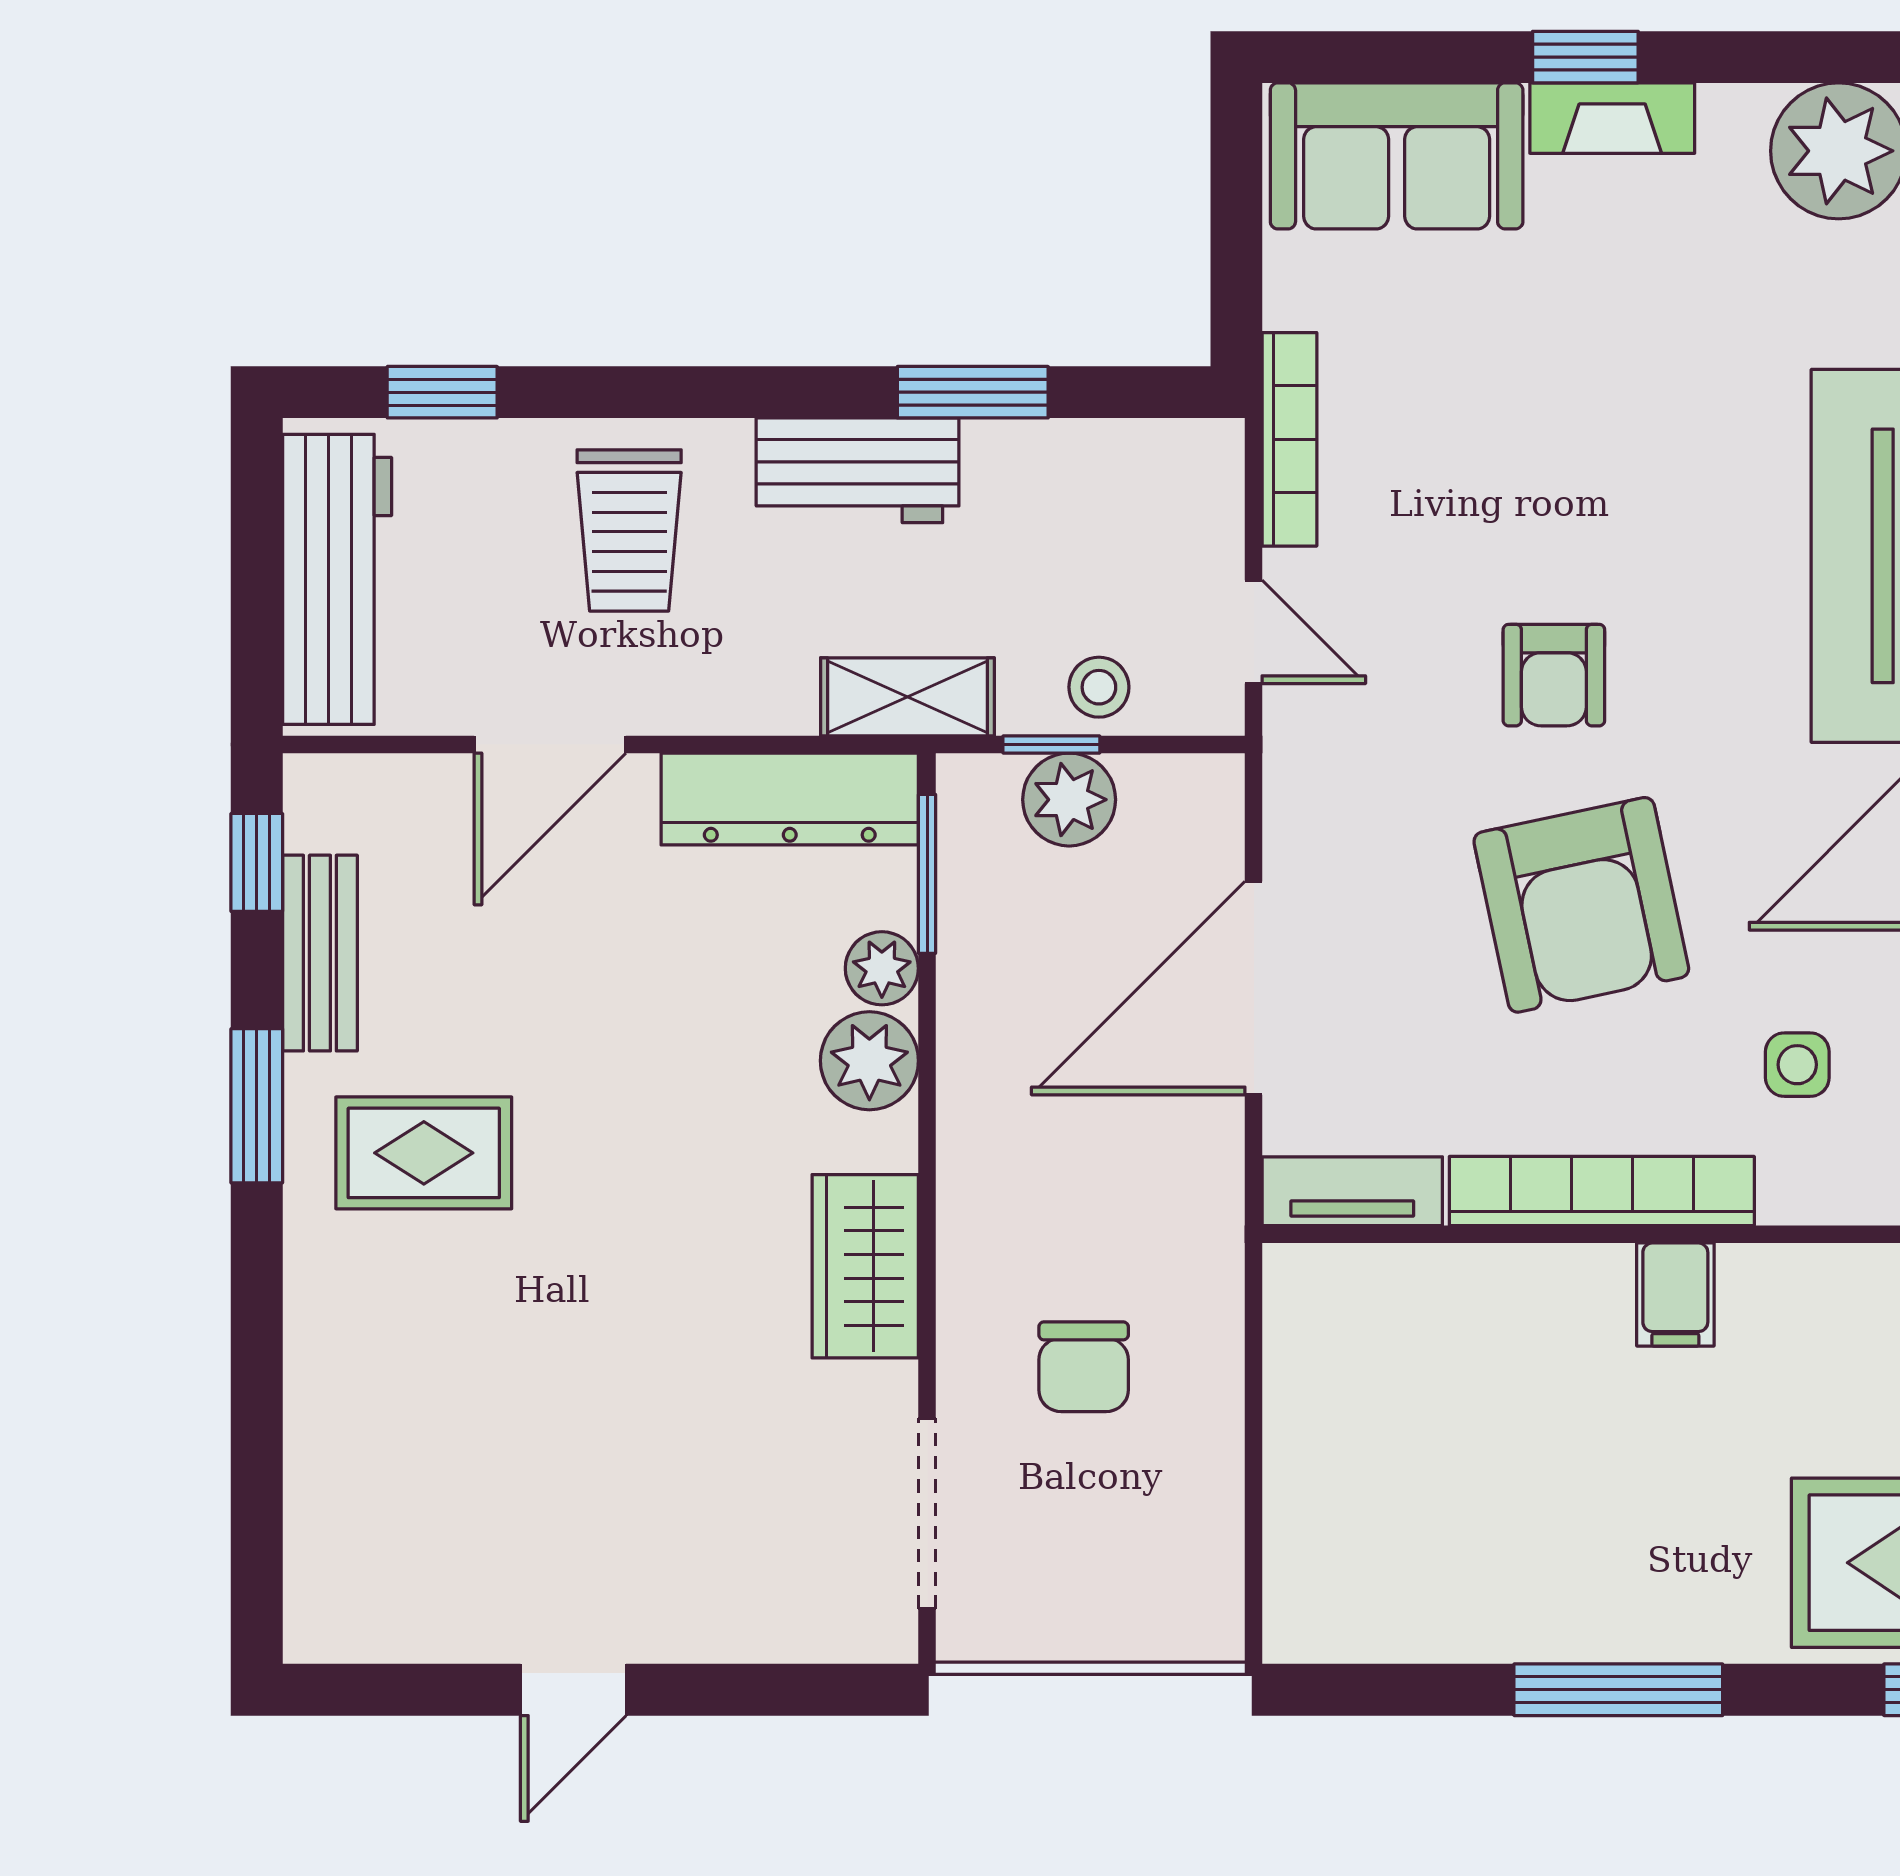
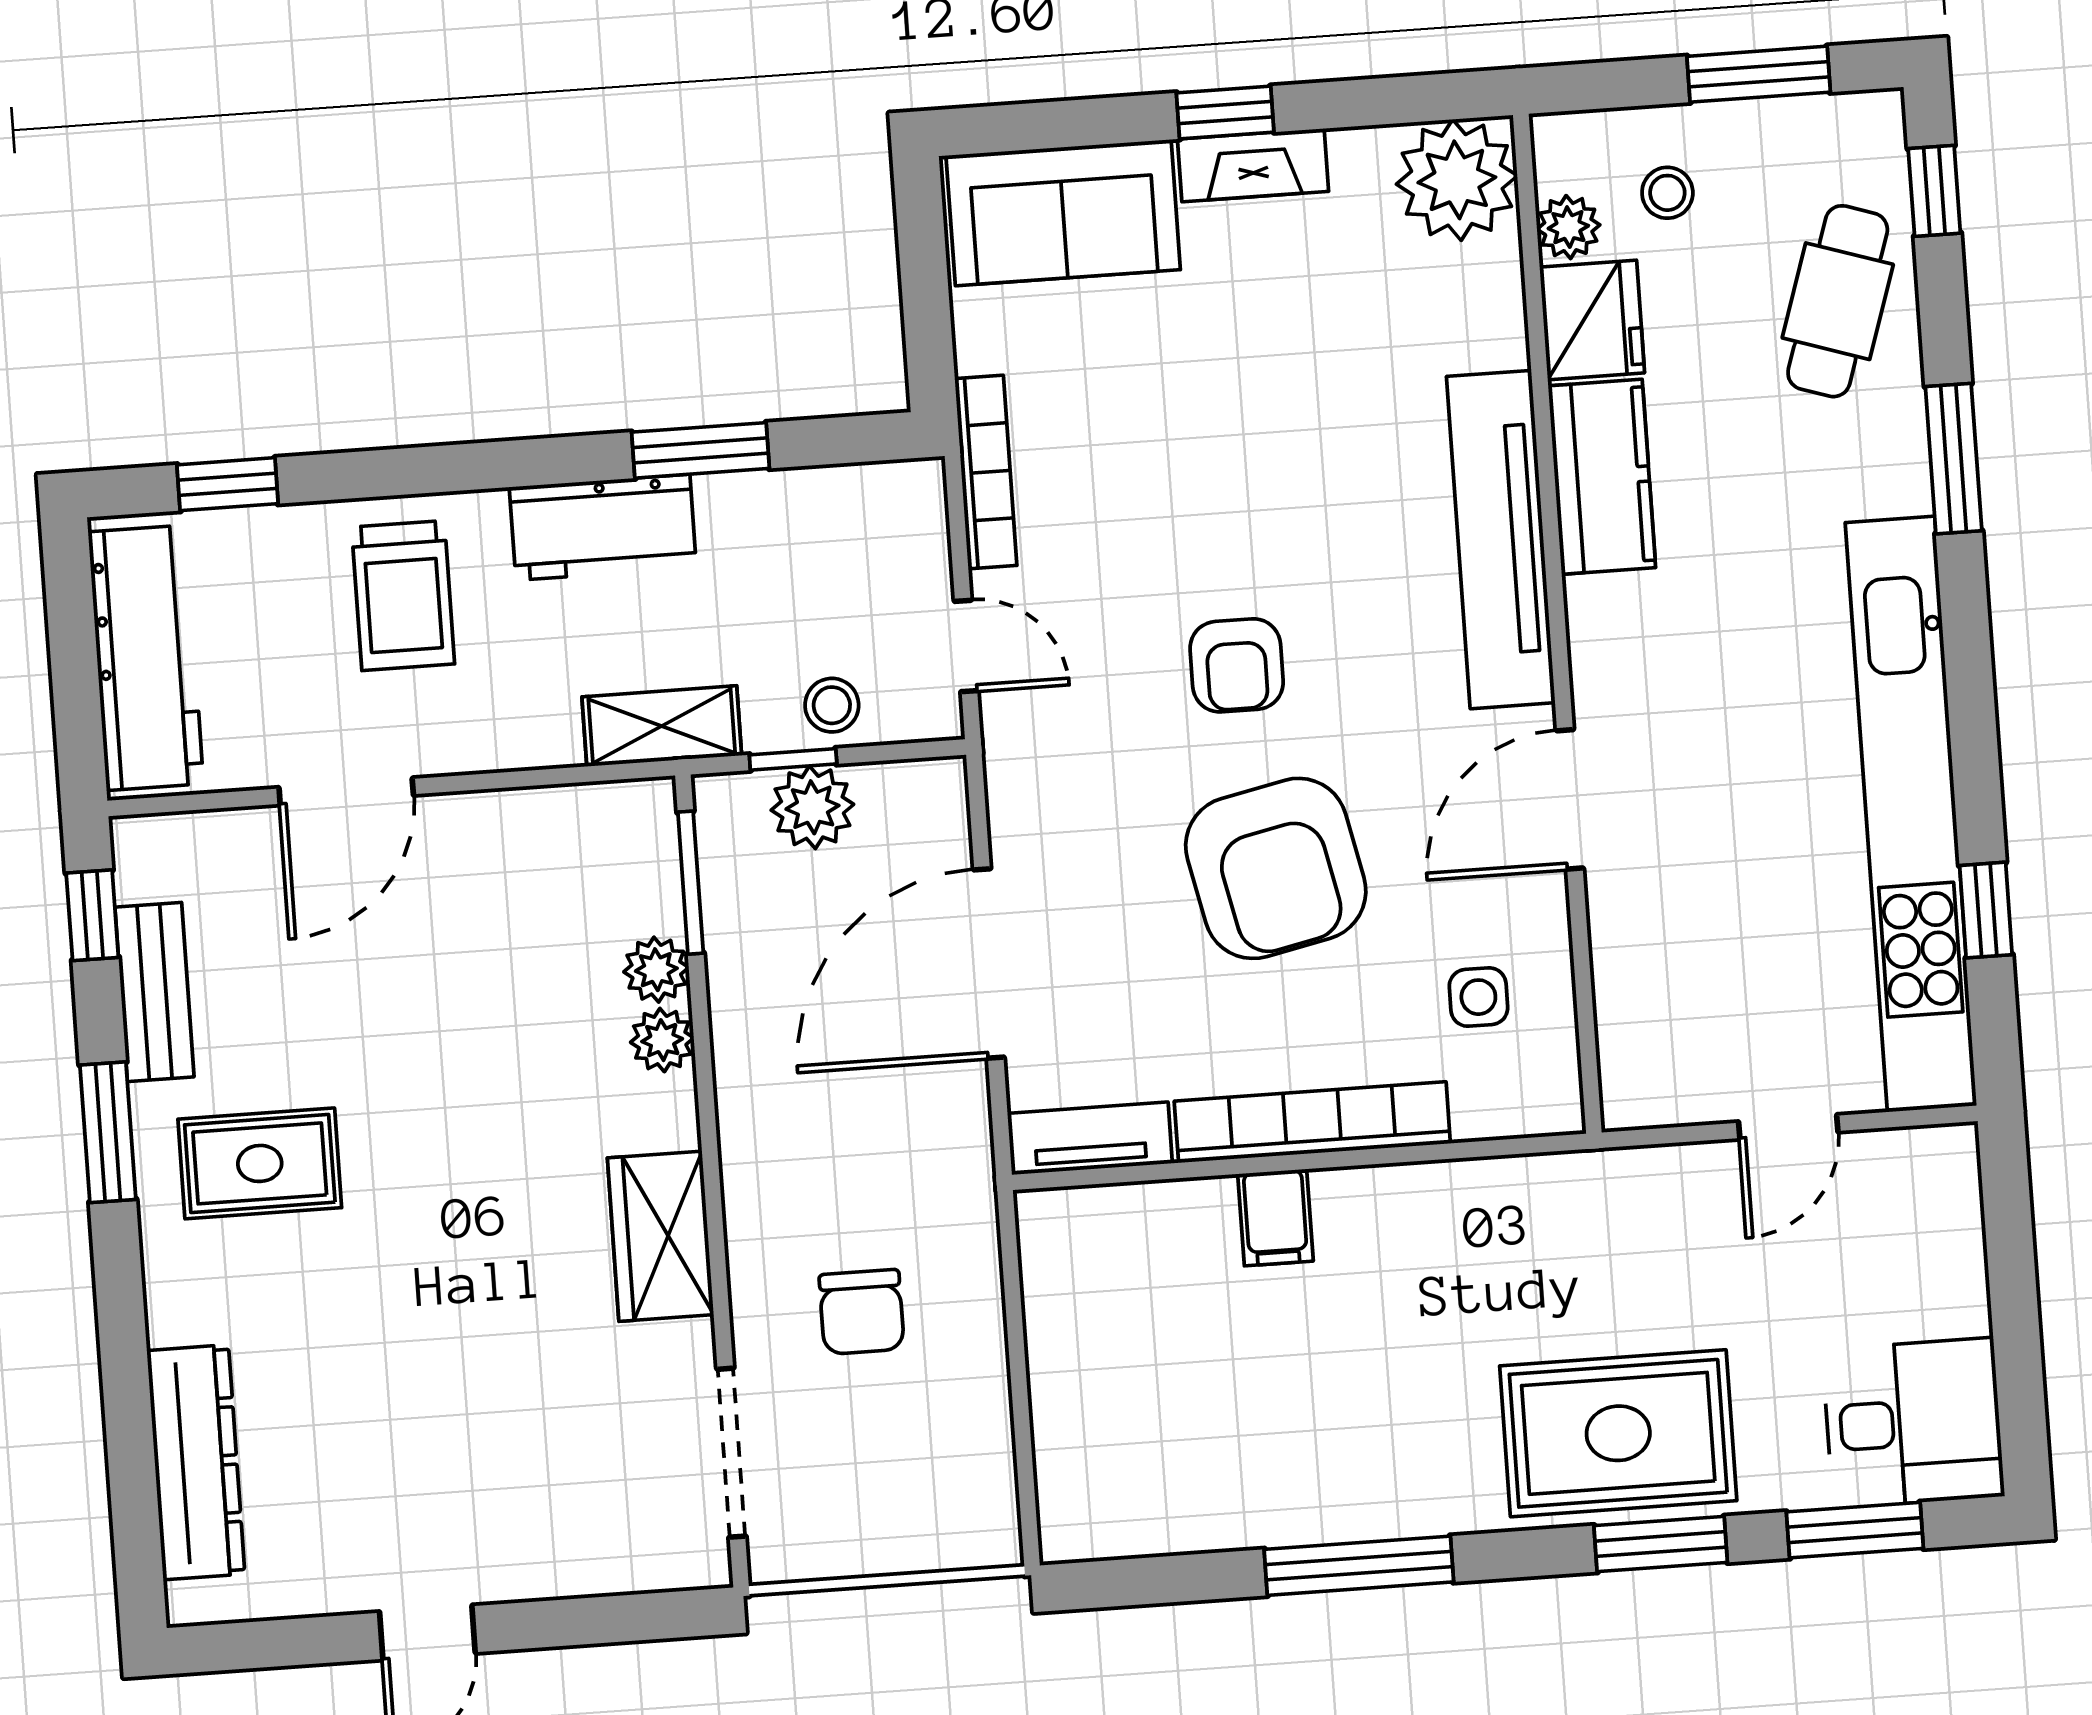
dresser: (790, 799) -> (196, 1462), moved, turned -90
plant: (869, 1061) -> (662, 1040), width x0.73, depth x0.73
filing cabinet: (1675, 1294) -> (1276, 1218), moved

